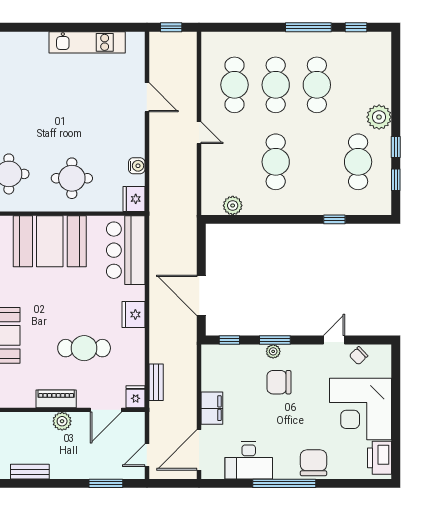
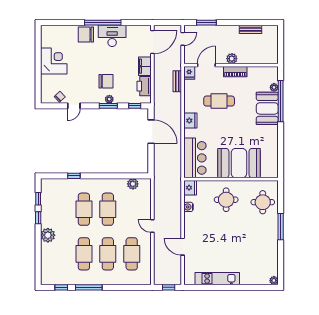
cafe table: (358, 162) -> (84, 209), moved
corner desk: (361, 409) -> (54, 61), width x0.74, depth x0.74
printer: (379, 458) -> (144, 86), moved, turned 180
desk: (249, 460) -> (112, 36), moved
chair: (313, 463) -> (86, 34), turned 90

